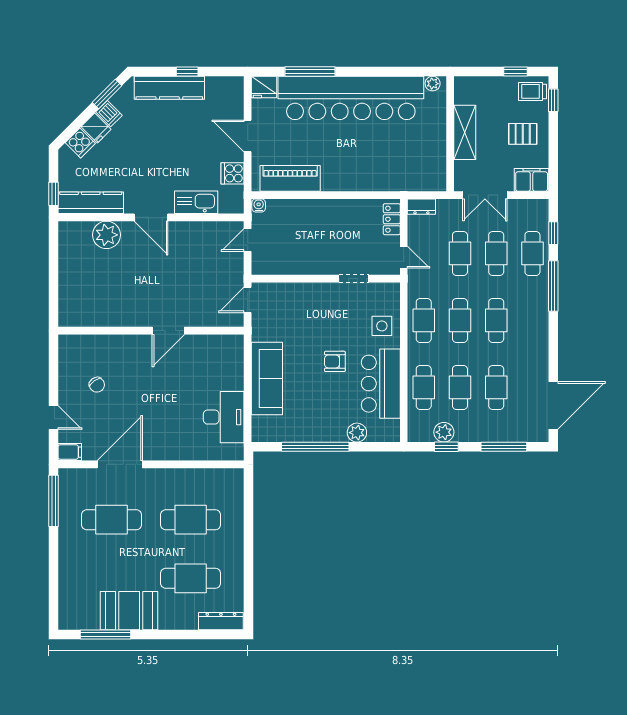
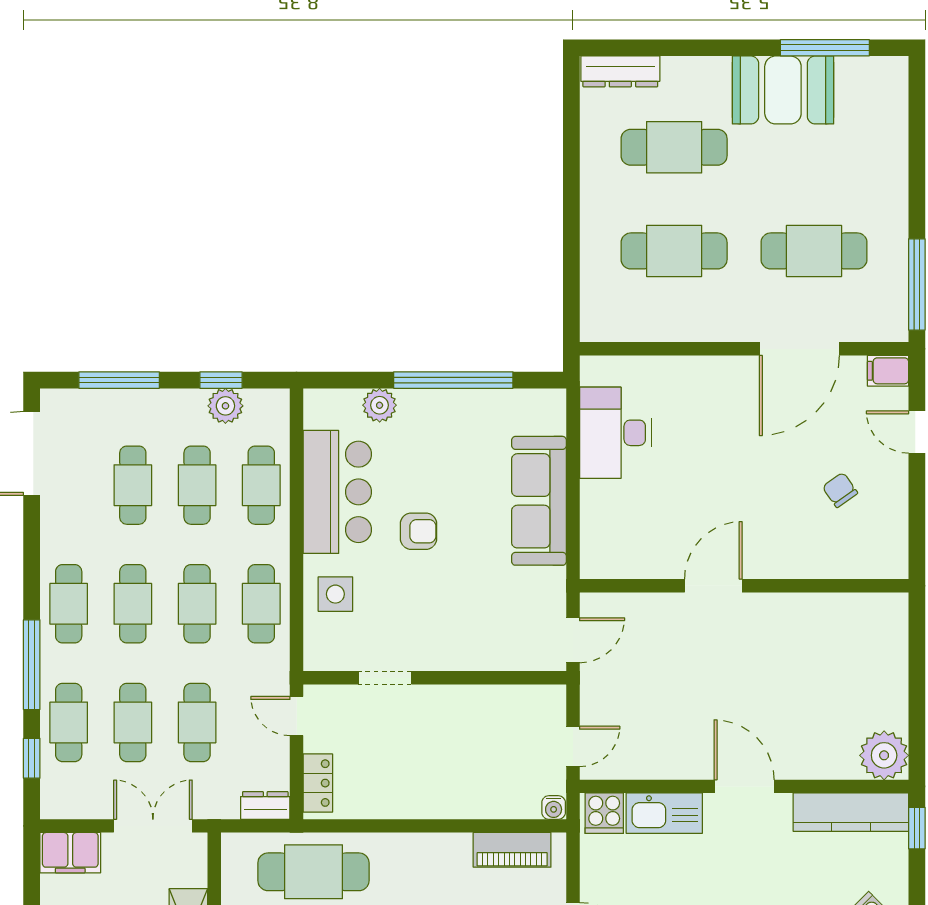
cafe table: (394, 169) -> (313, 872), added
cooker: (233, 173) -> (604, 813), moved, turned 90
piano: (290, 178) -> (512, 850), width x0.73, depth x0.75
plant: (106, 235) -> (884, 755), moved
cafe table: (532, 320) -> (69, 604), added

